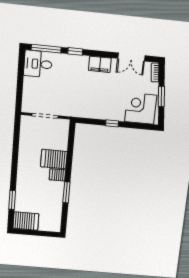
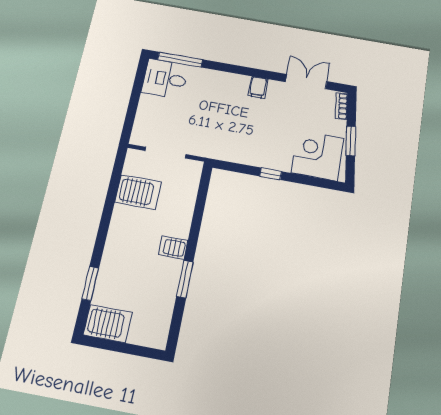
window: (75, 51) -> (223, 67), removed
double door: (131, 57) -> (306, 82), swing flipped
filing cabinet: (100, 64) -> (258, 87), width x0.50
server rack: (54, 159) -> (138, 192), moved, turned 180

